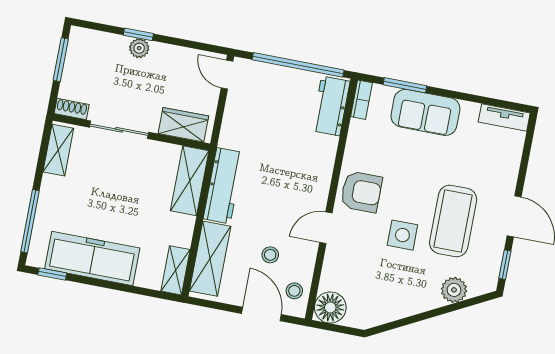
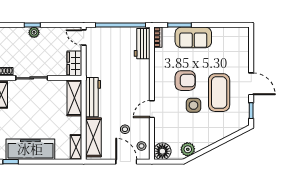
tv unit: (504, 117) -> (236, 32), removed
wardrobe: (183, 125) -> (74, 63), moved, turned -90
armchair: (361, 192) -> (185, 81), moved
plant: (454, 290) -> (188, 149), moved

